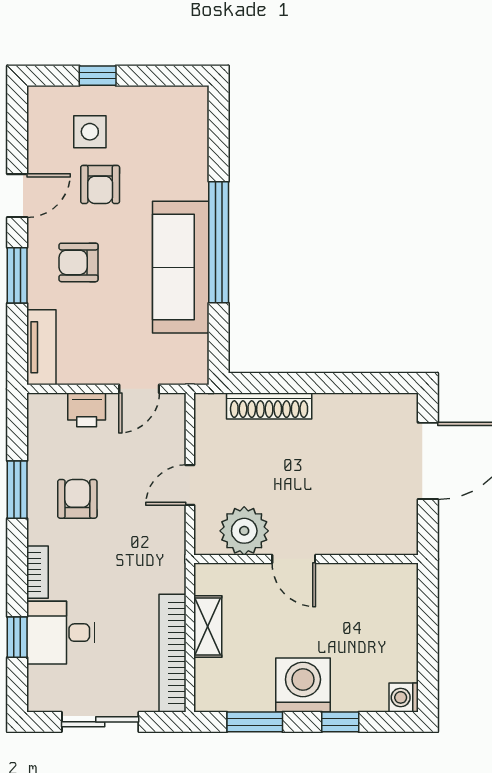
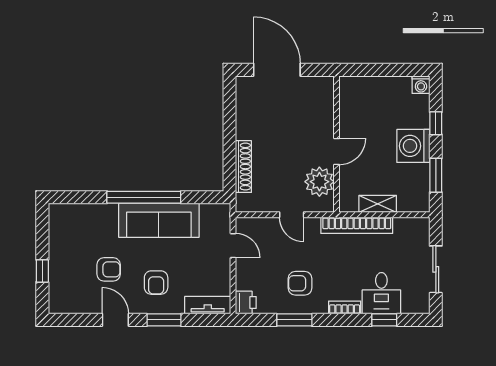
side table: (90, 132) -> (76, 276), removed
printer: (87, 410) -> (246, 303), moved
bookcase: (173, 653) -> (357, 225), moved

